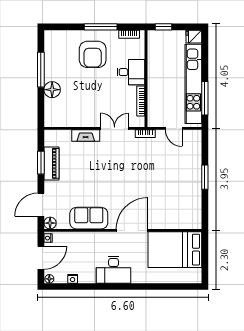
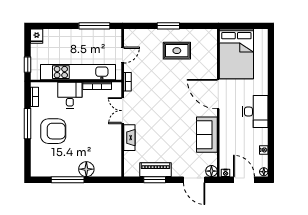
kitchen unit: (193, 84) -> (78, 72), moved, turned 180
rug: (178, 186) -> (177, 51), added

